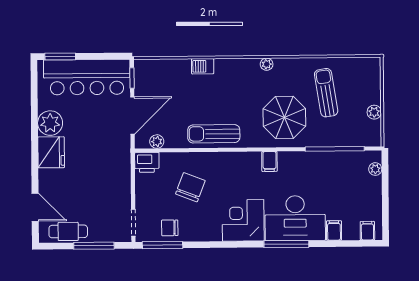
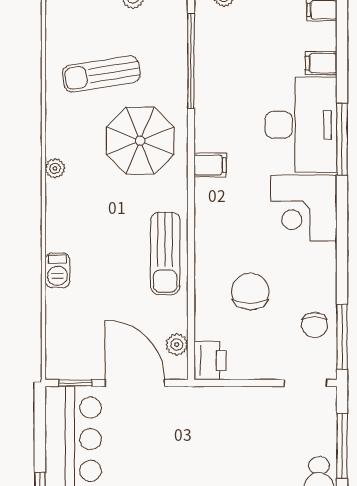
chair: (190, 187) -> (250, 292), turned 69

